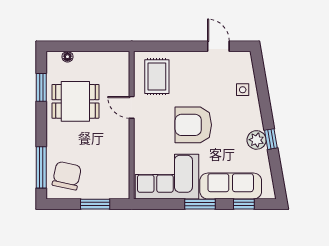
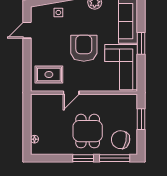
window: (41, 87) -> (83, 158), moved
dining table: (75, 101) -> (88, 131), moved
armchair: (193, 125) -> (84, 48), turned 180
window: (244, 204) -> (141, 12), removed

